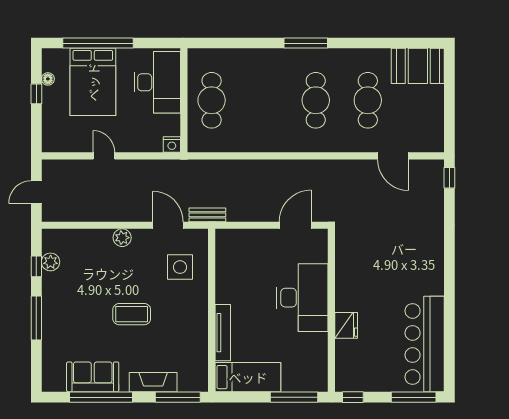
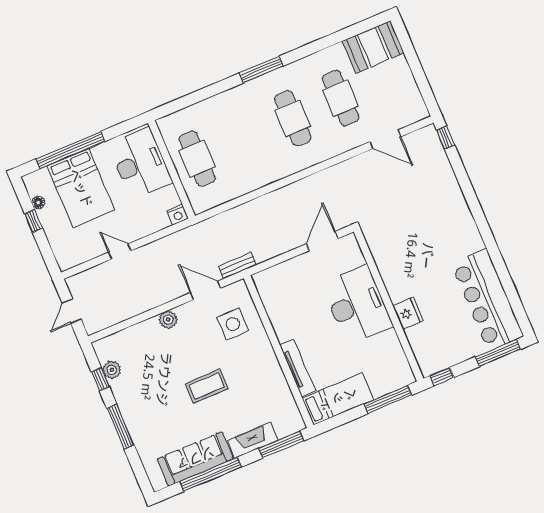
sofa: (93, 377) -> (195, 459), width x1.36

